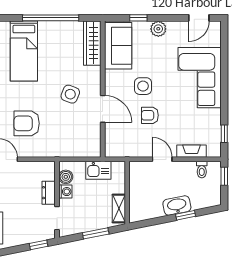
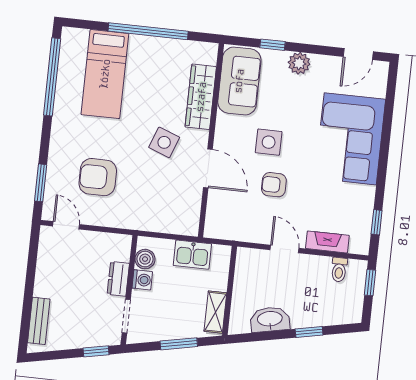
wardrobe: (92, 43) -> (201, 97), moved
washbasin: (177, 205) -> (270, 319), moved

